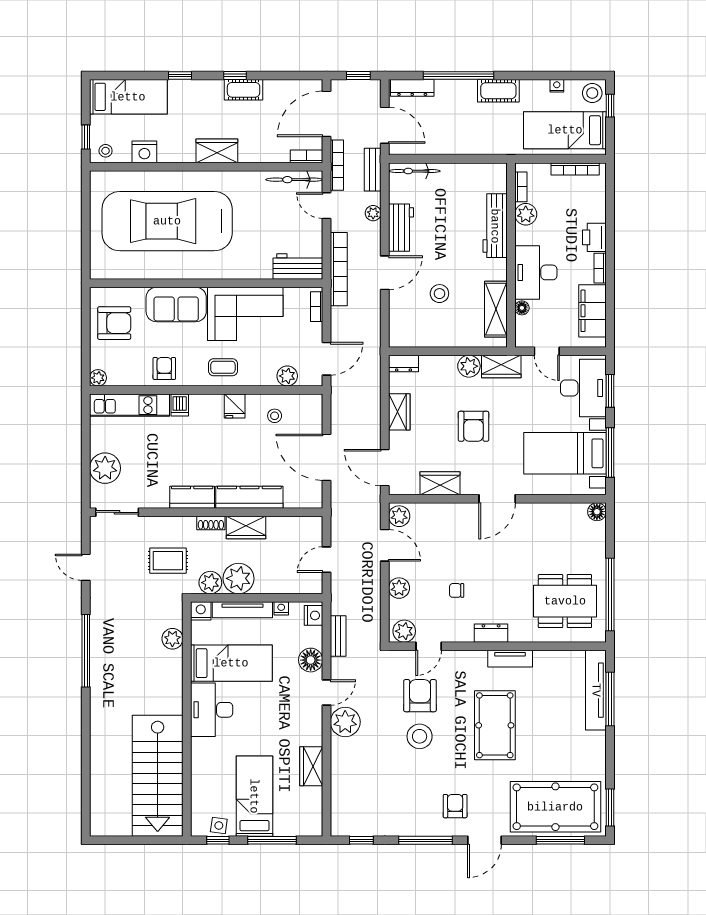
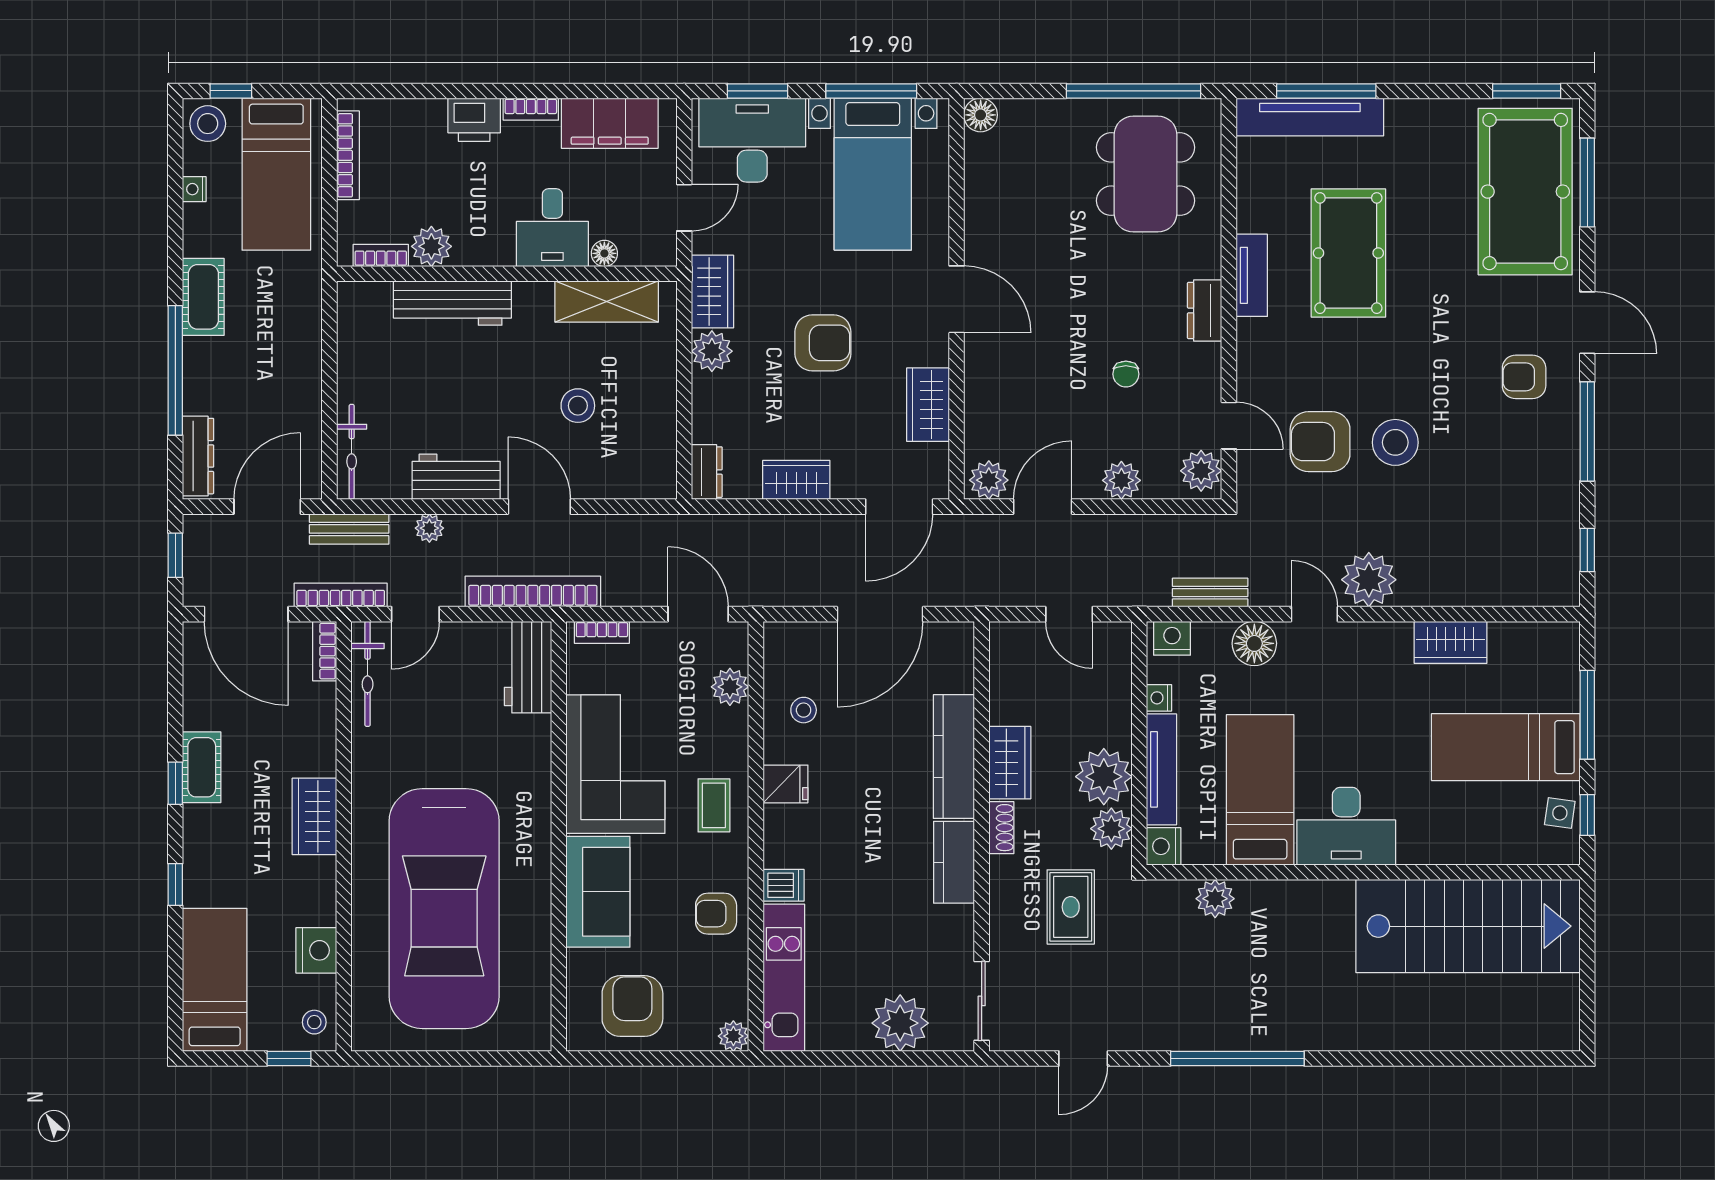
desk: (536, 272) -> (552, 228), width x0.73
pool table: (495, 725) -> (1348, 253), moved, turned 90

